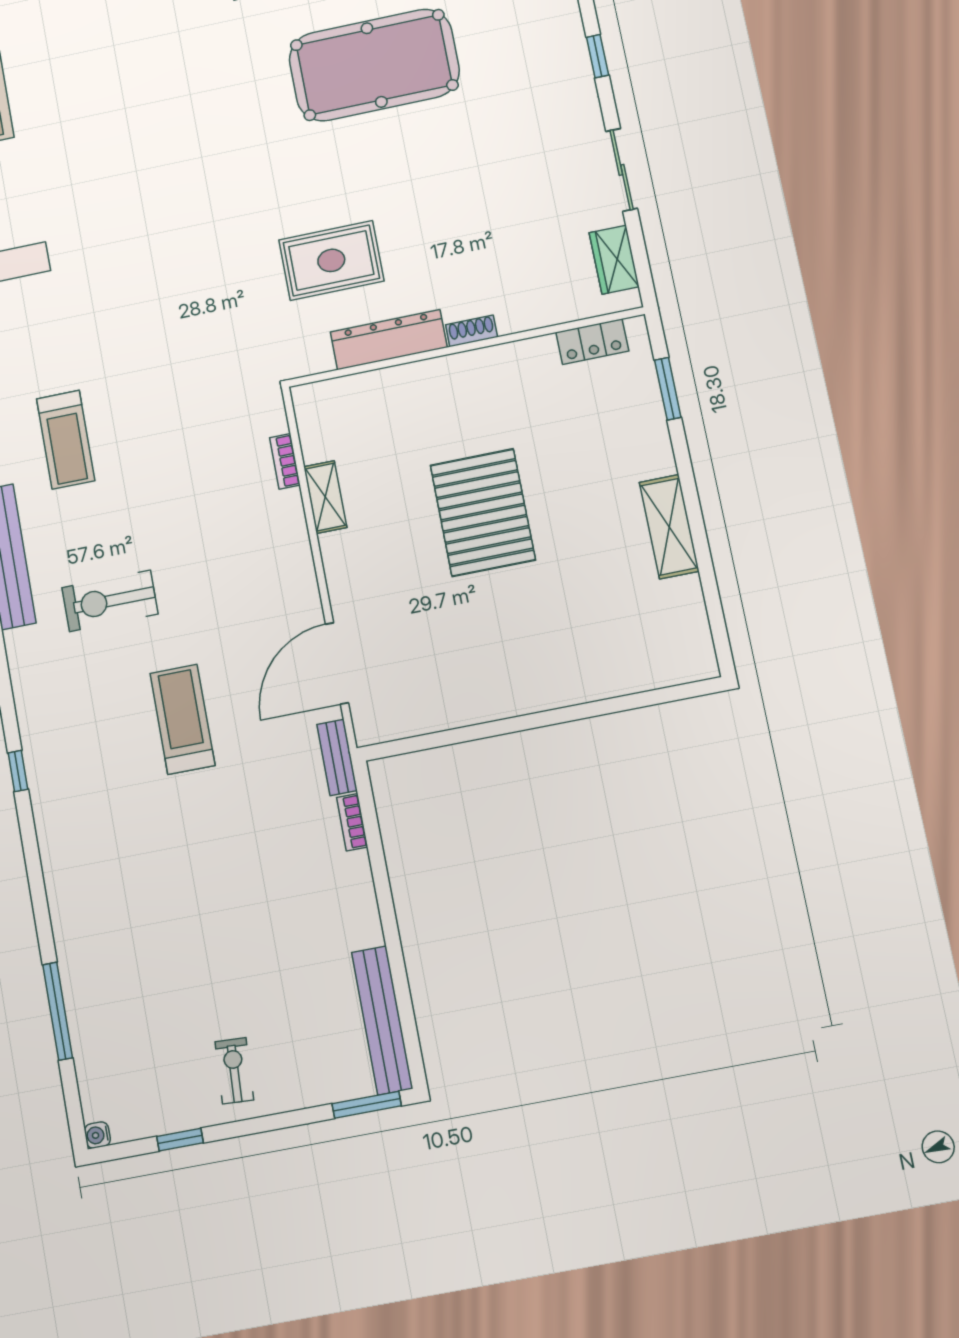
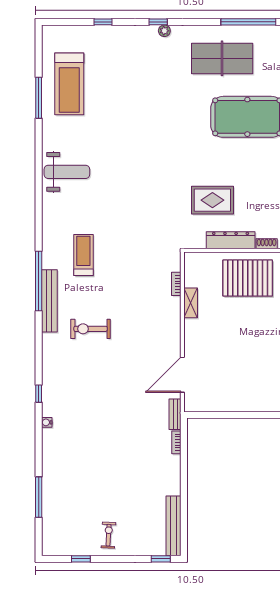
treadmill: (66, 440) -> (83, 255), turned 180
pallet: (483, 513) -> (248, 278), moved, turned 90
treadmill: (183, 719) -> (113, 385), removed
window: (367, 1105) -> (161, 559), width x0.67
water cooler: (97, 1135) -> (47, 422), moved

